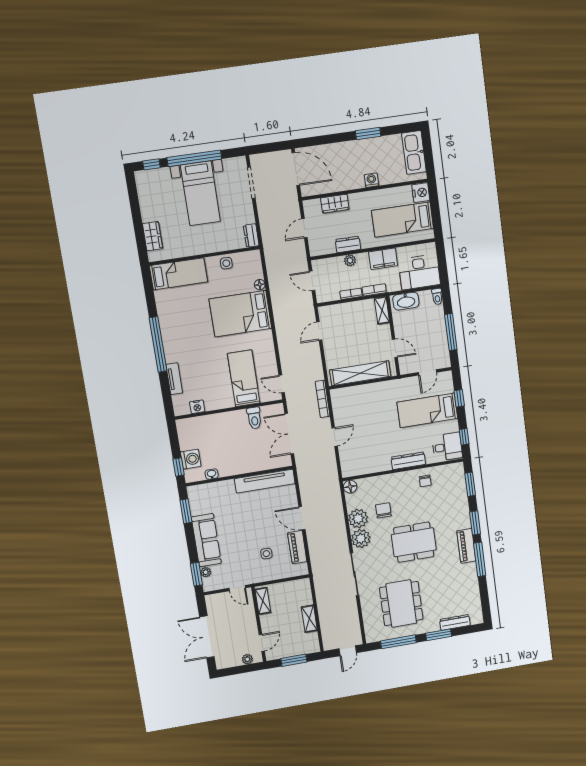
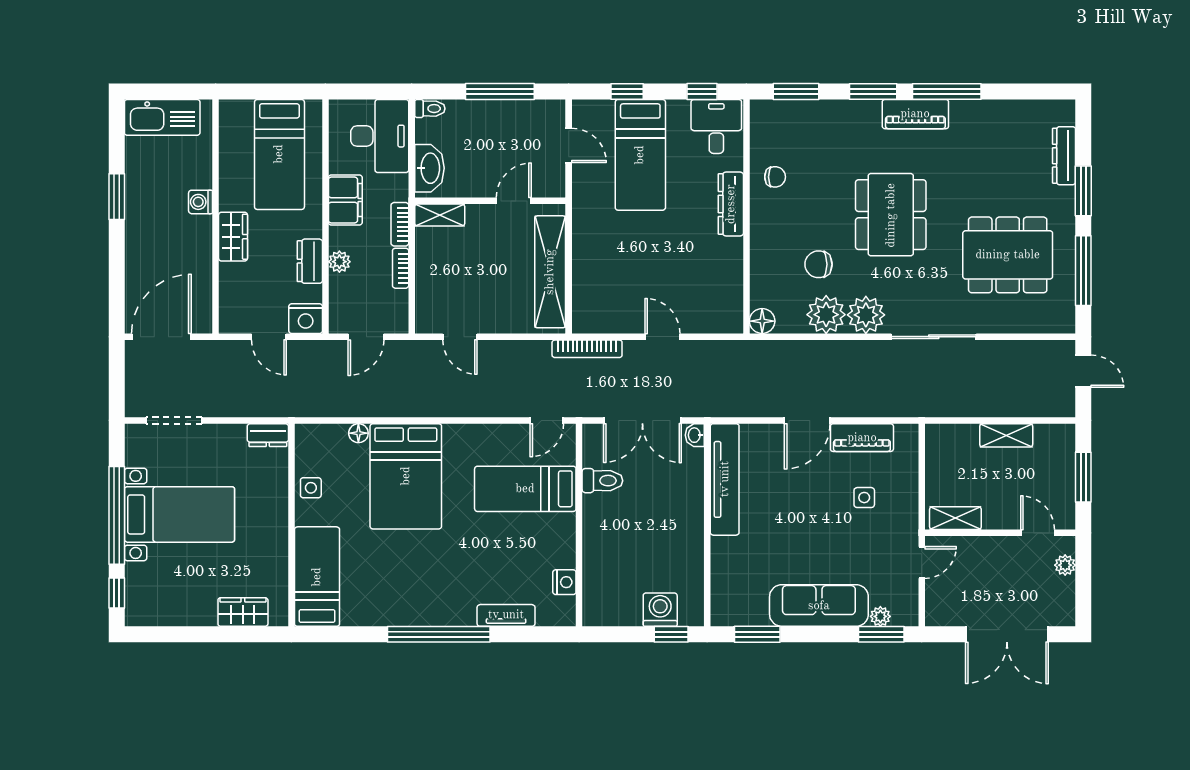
nightstand: (421, 193) -> (306, 319), moved, turned 180
wardrobe: (335, 204) -> (233, 237), moved
washbasin: (212, 474) -> (695, 435), moved

